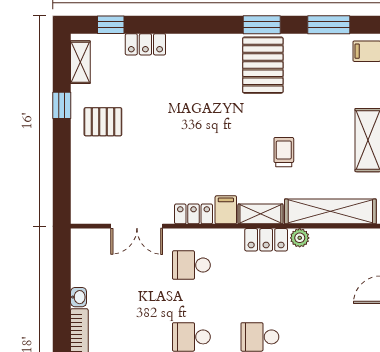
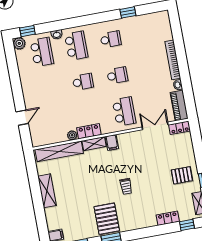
trolley: (284, 152) -> (126, 186), moved
locker: (194, 214) -> (180, 128), moved
piano: (83, 257) -> (179, 106), added
school desk: (191, 265) -> (124, 112), width x1.85

